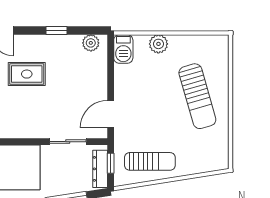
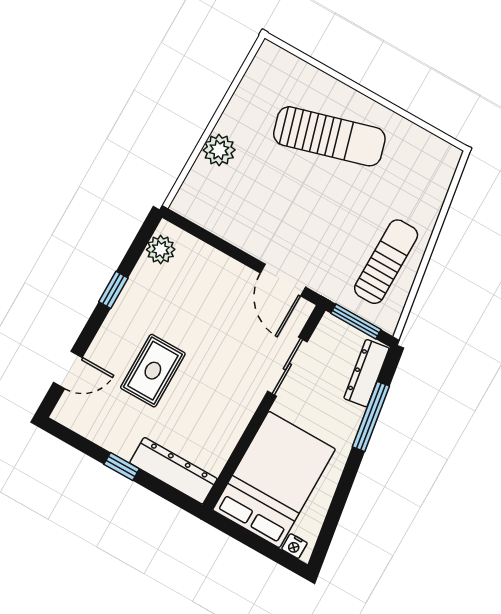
barbecue: (123, 49) -> (197, 206), removed
window: (111, 163) -> (356, 321), width x1.50
dresser: (100, 169) -> (367, 373), moved, turned 81

